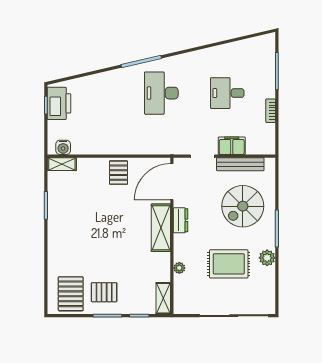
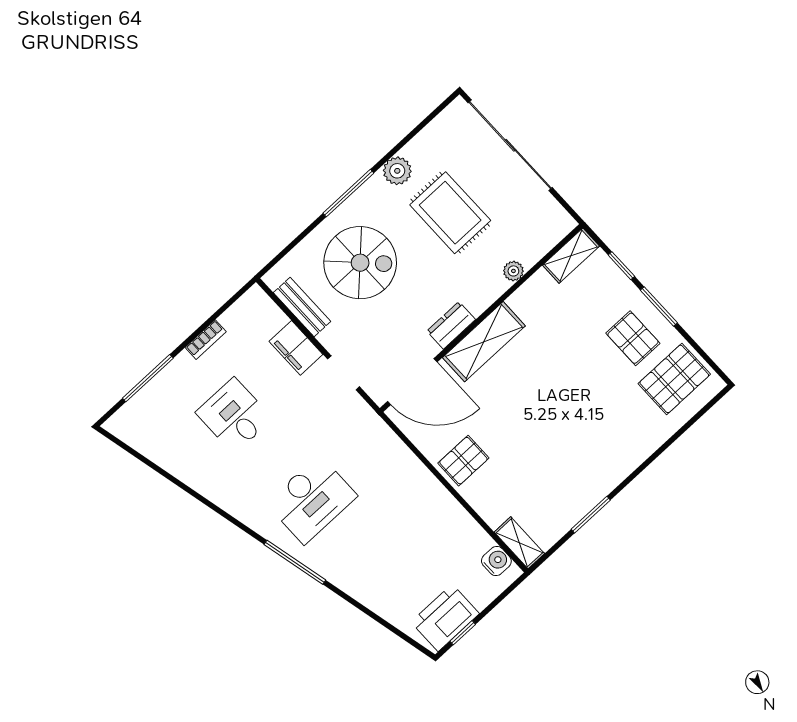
desk: (227, 93) -> (234, 416), turned 180
bench: (240, 164) -> (302, 307), width x0.73

